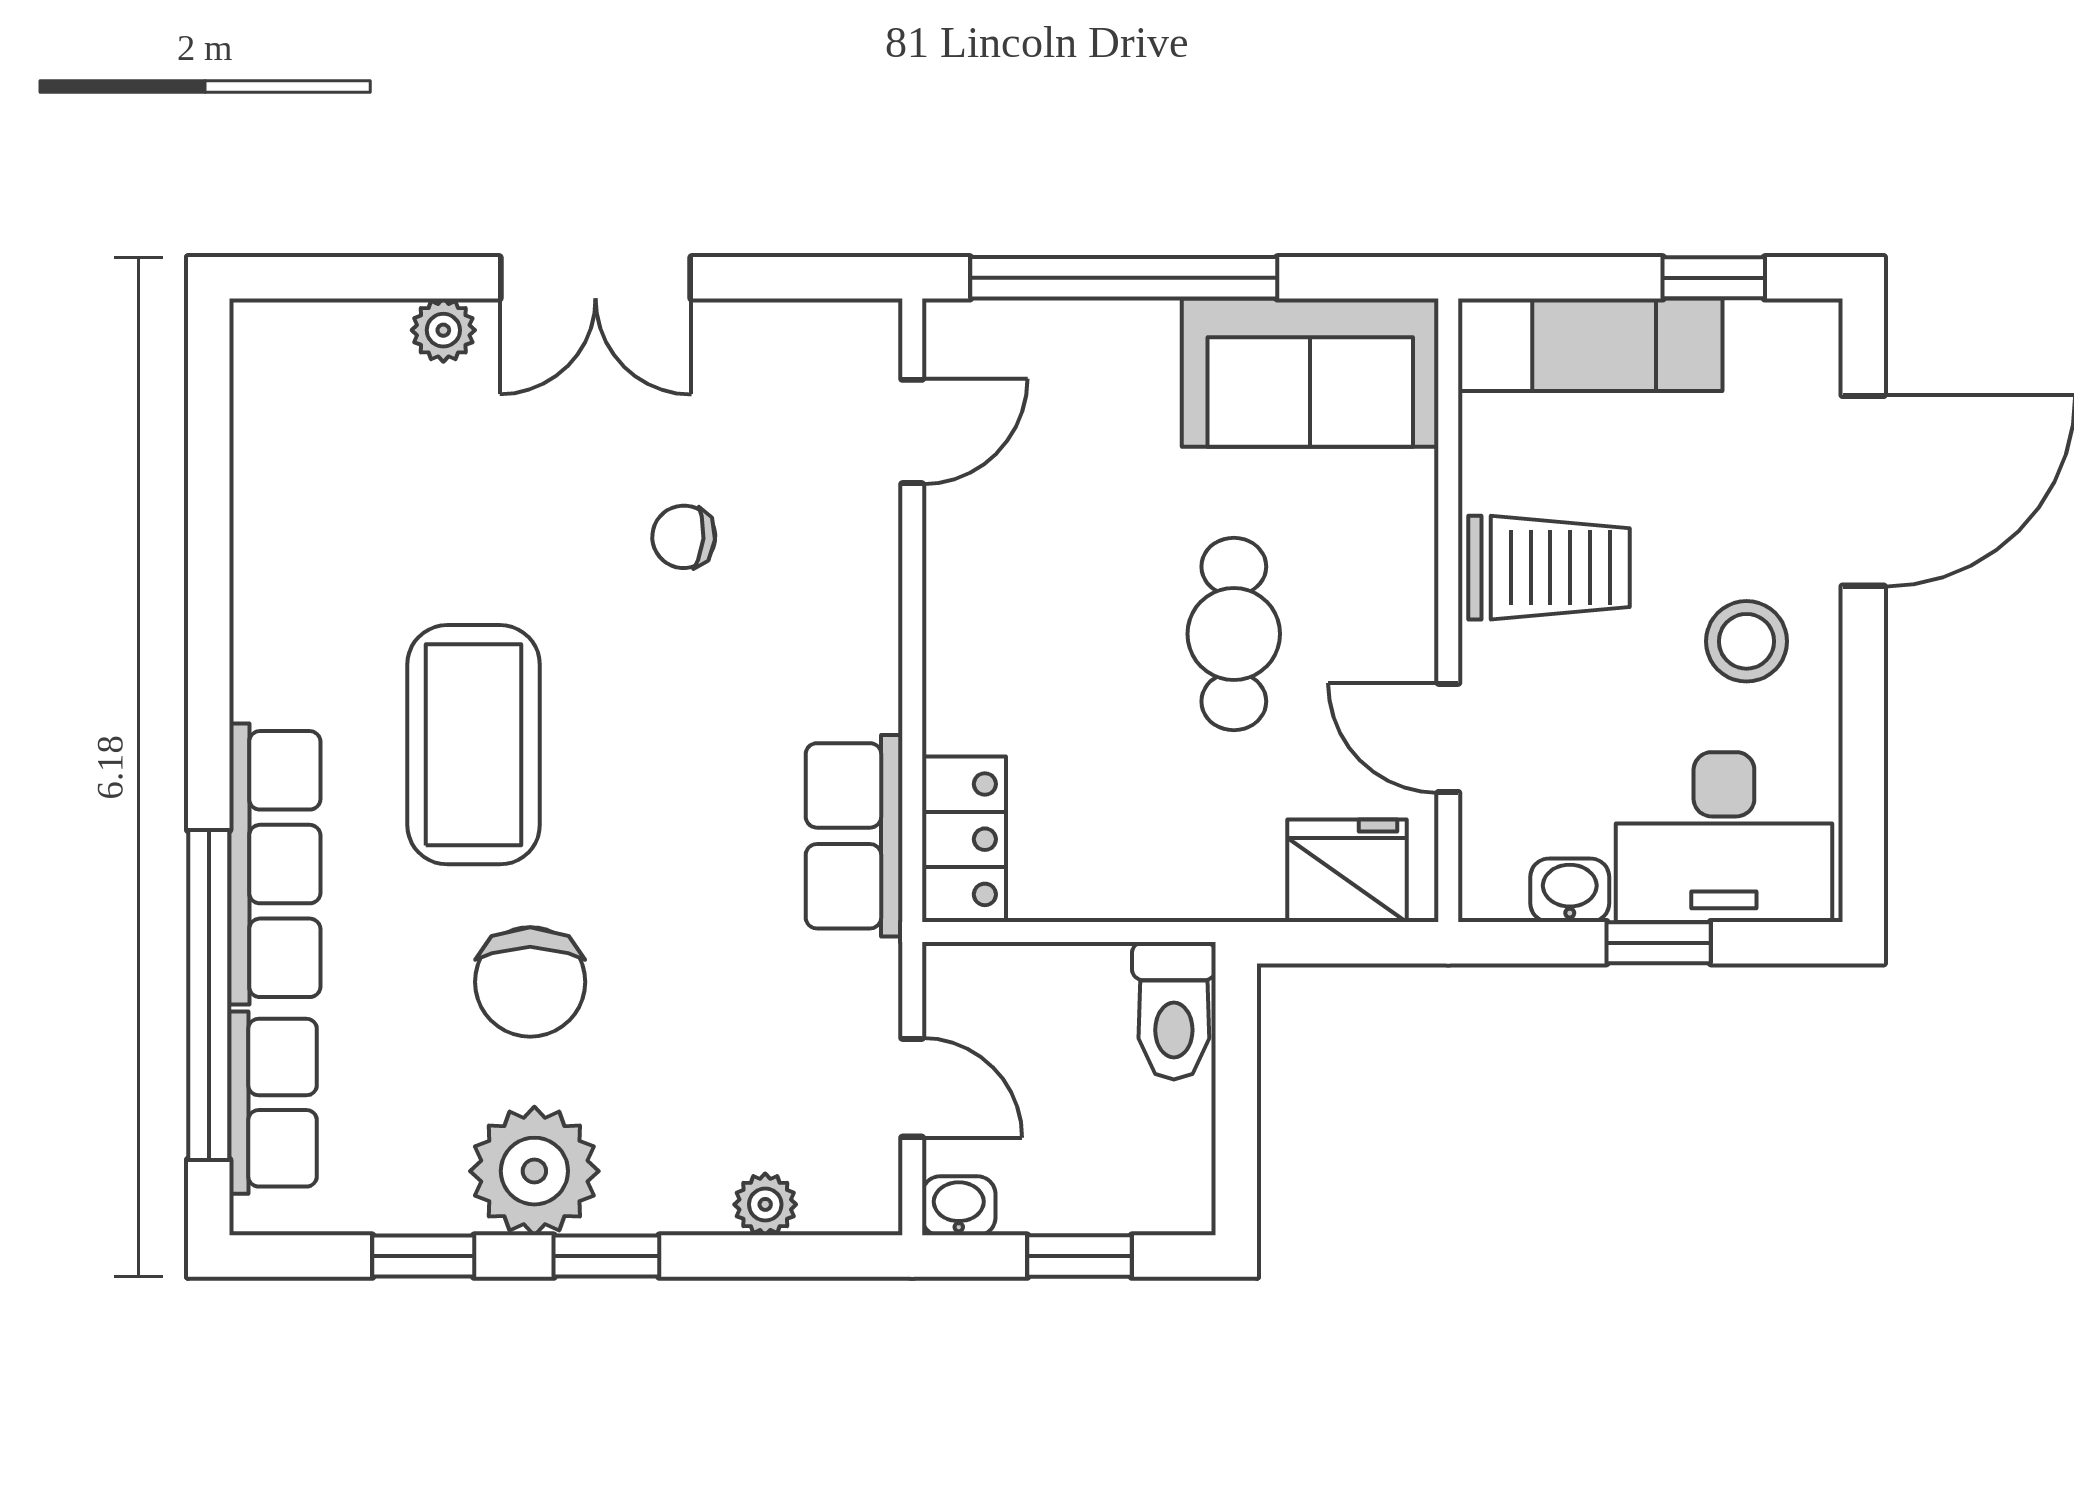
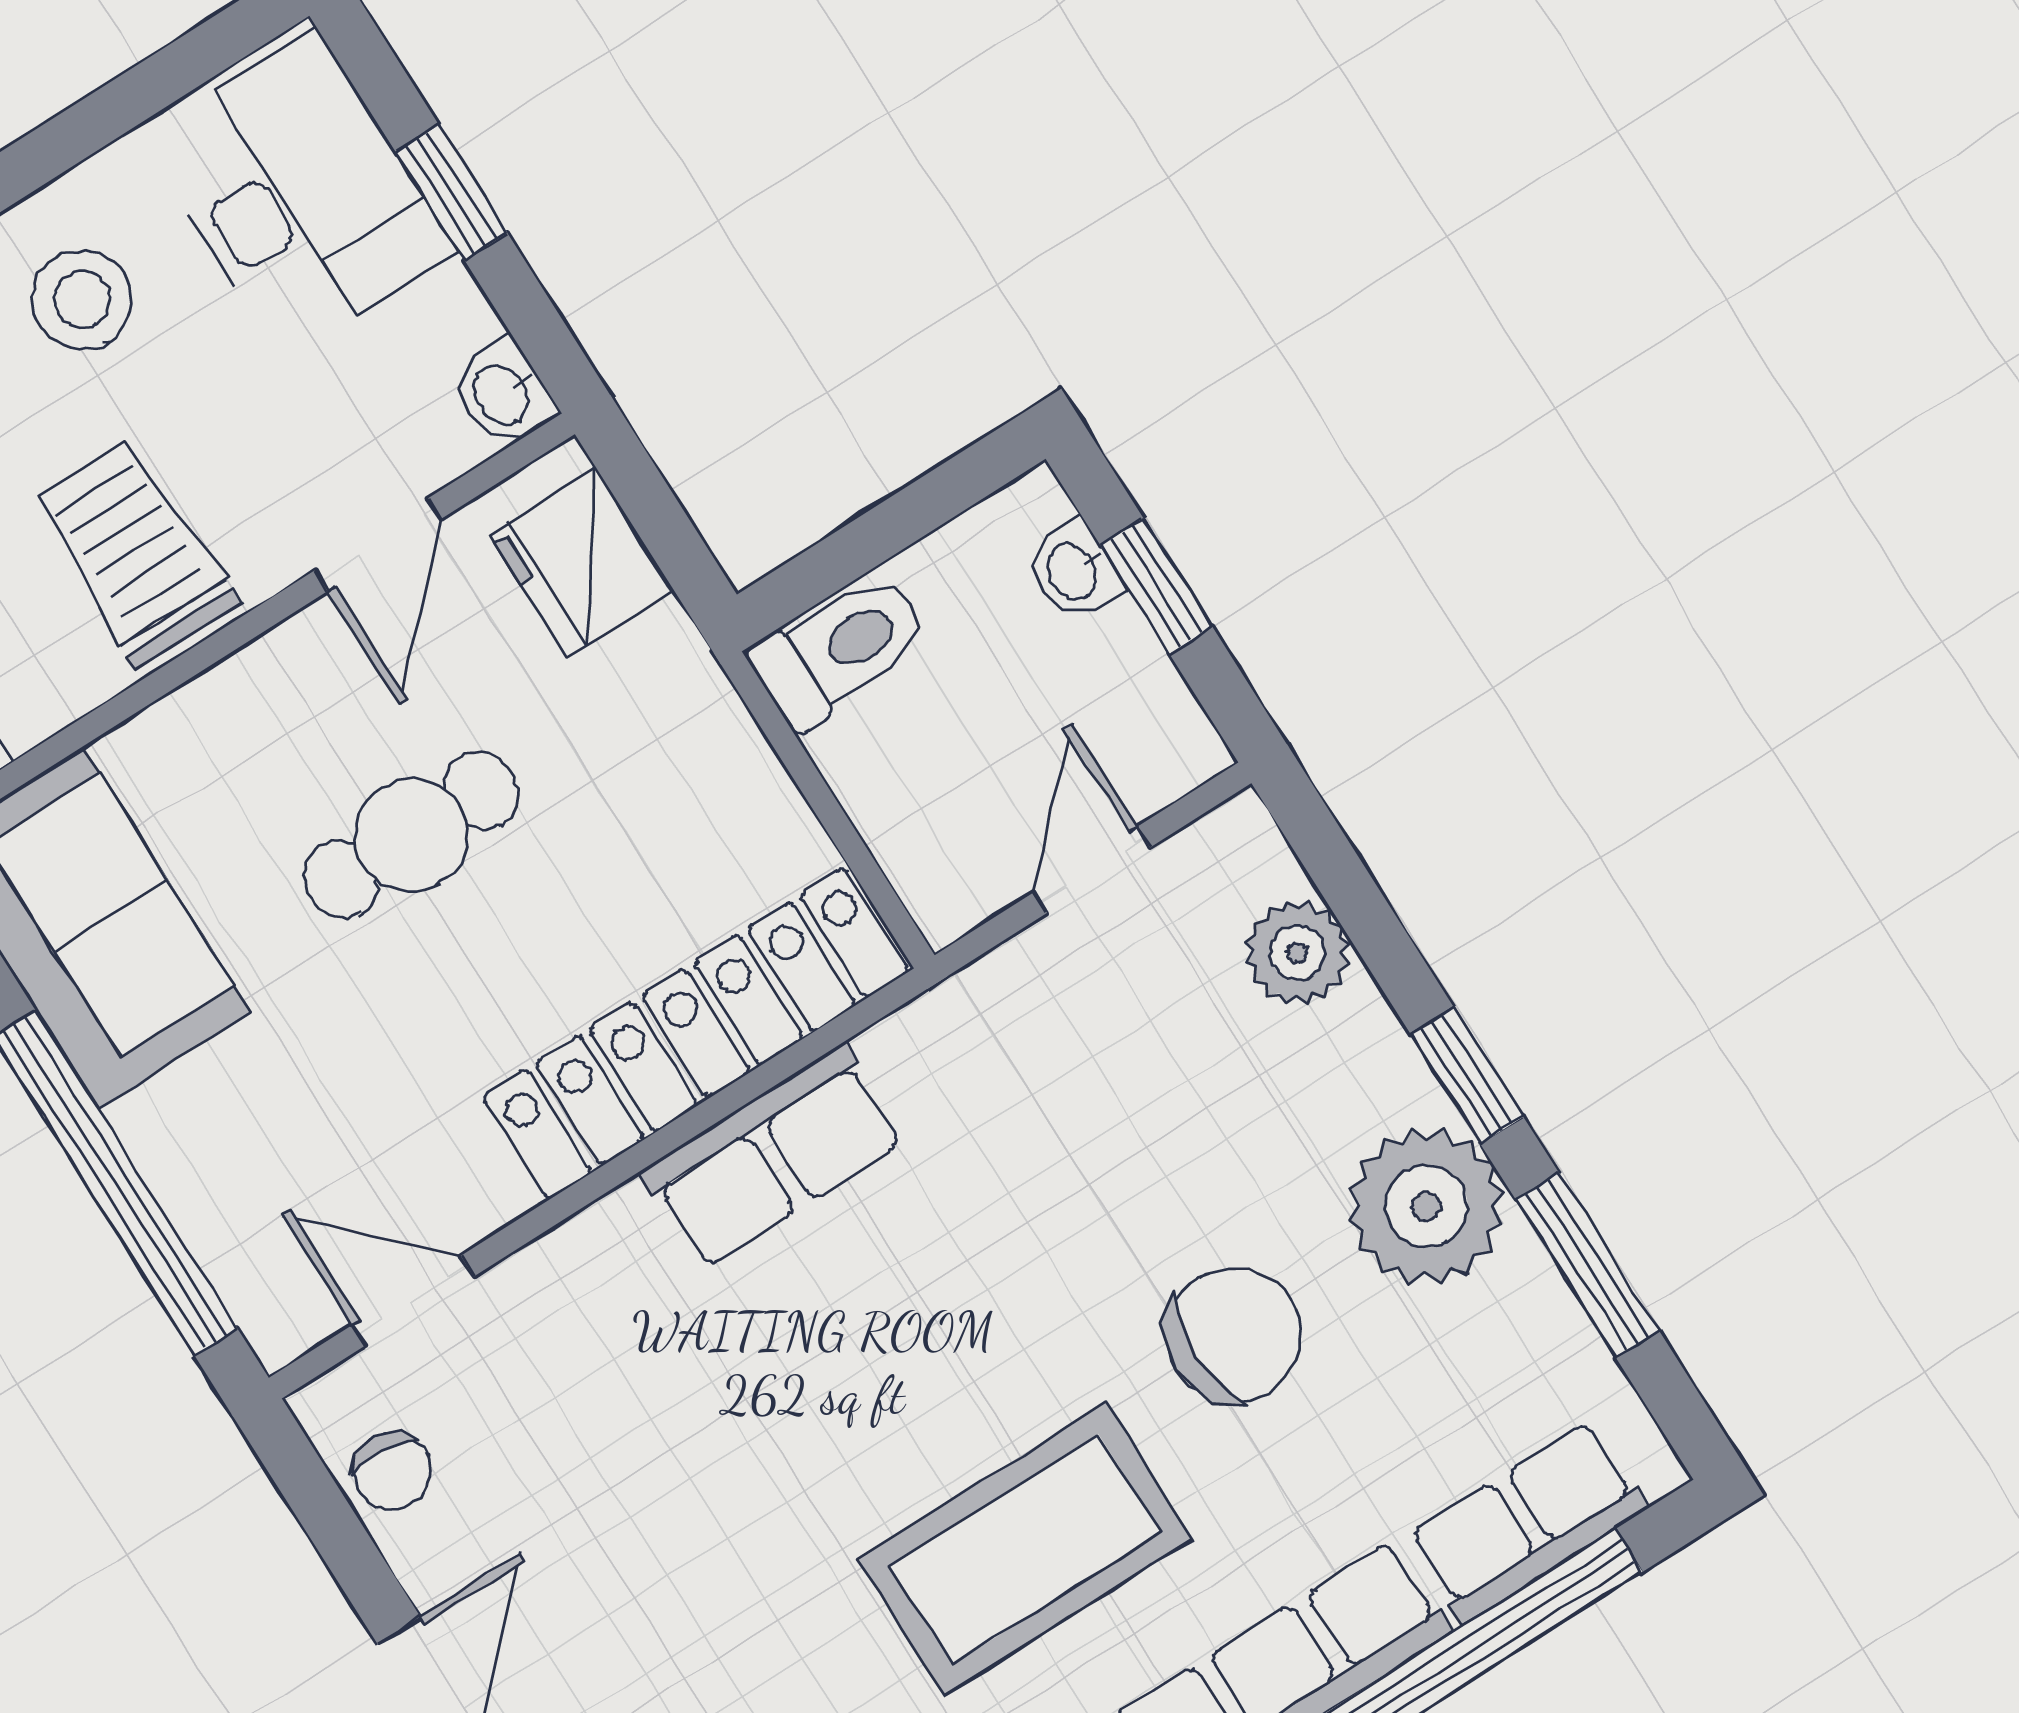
chair: (684, 537) -> (393, 1471), moved
row of seats: (854, 836) -> (773, 1157), moved
locker: (964, 839) -> (696, 1033), width x2.16, depth x1.21
washbasin: (1570, 890) -> (503, 394), moved
plant: (765, 1204) -> (1297, 953), width x1.38, depth x1.38
washbasin: (959, 1206) -> (1074, 571), moved
window: (423, 1256) -> (1588, 1265), width x1.50

